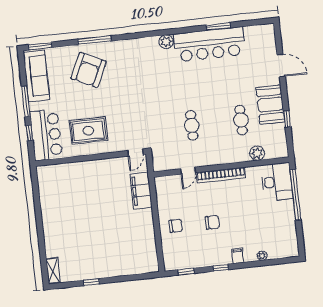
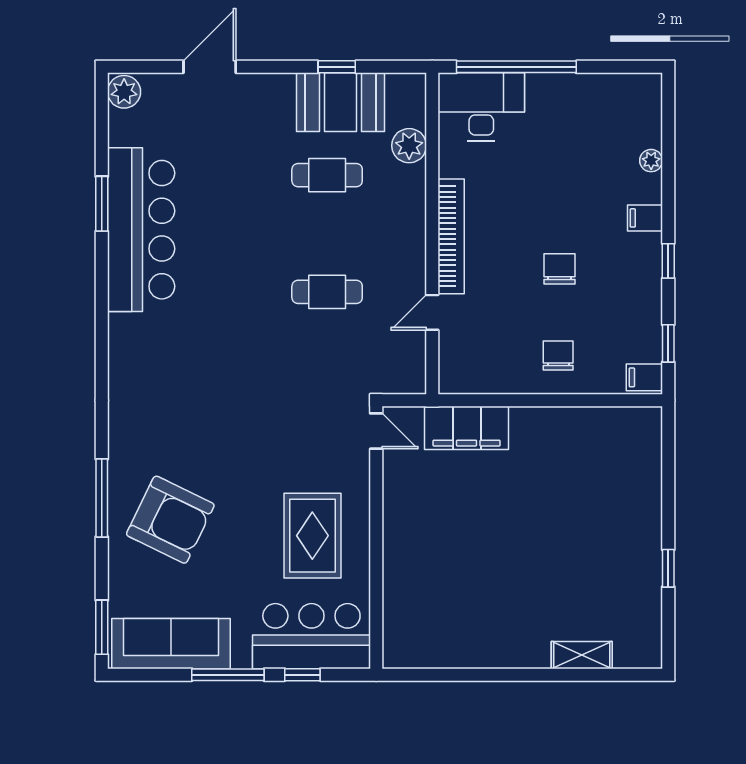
plant: (166, 42) -> (124, 92), moved
booth: (270, 105) -> (341, 102), moved
door: (188, 171) -> (432, 312), swing flipped
filing cabinet: (171, 263) -> (644, 377), added
shelving: (53, 271) -> (582, 655), moved

